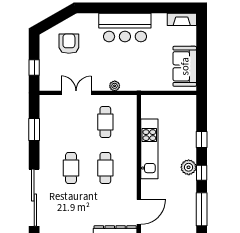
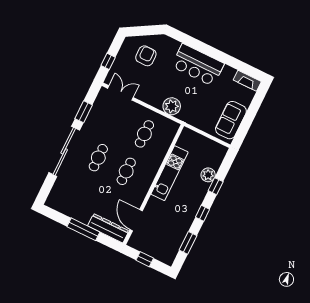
plant: (115, 86) -> (172, 106), width x1.88, depth x1.88
double door: (76, 93) -> (120, 93), moved
plant: (189, 167) -> (208, 175), moved
sliding door: (34, 198) -> (64, 151), moved
window: (202, 209) -> (188, 243), width x0.69
door: (139, 212) -> (136, 220), swing flipped

